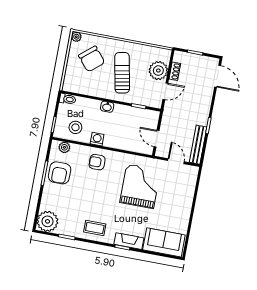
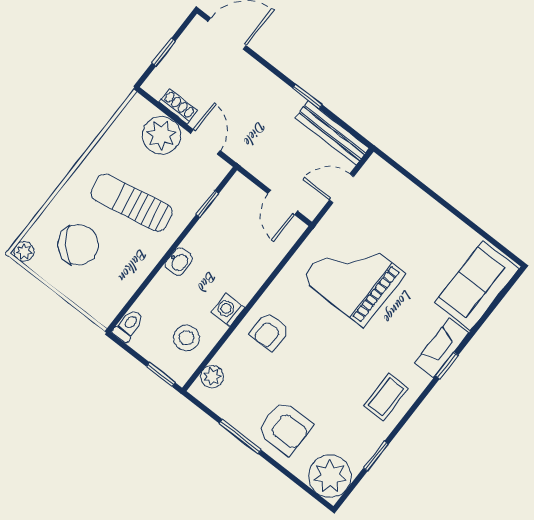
door: (157, 139) -> (283, 202), hinge flipped
armchair: (60, 173) -> (285, 428), moved

